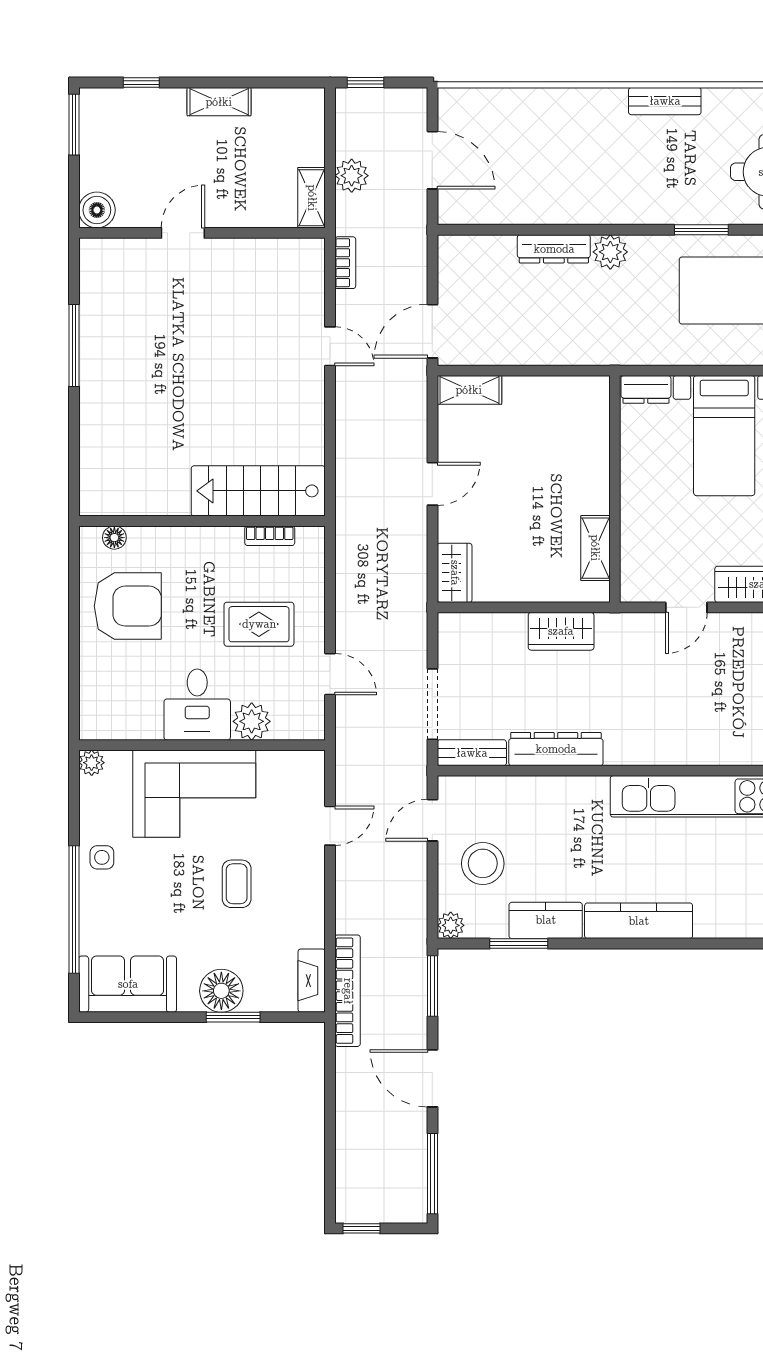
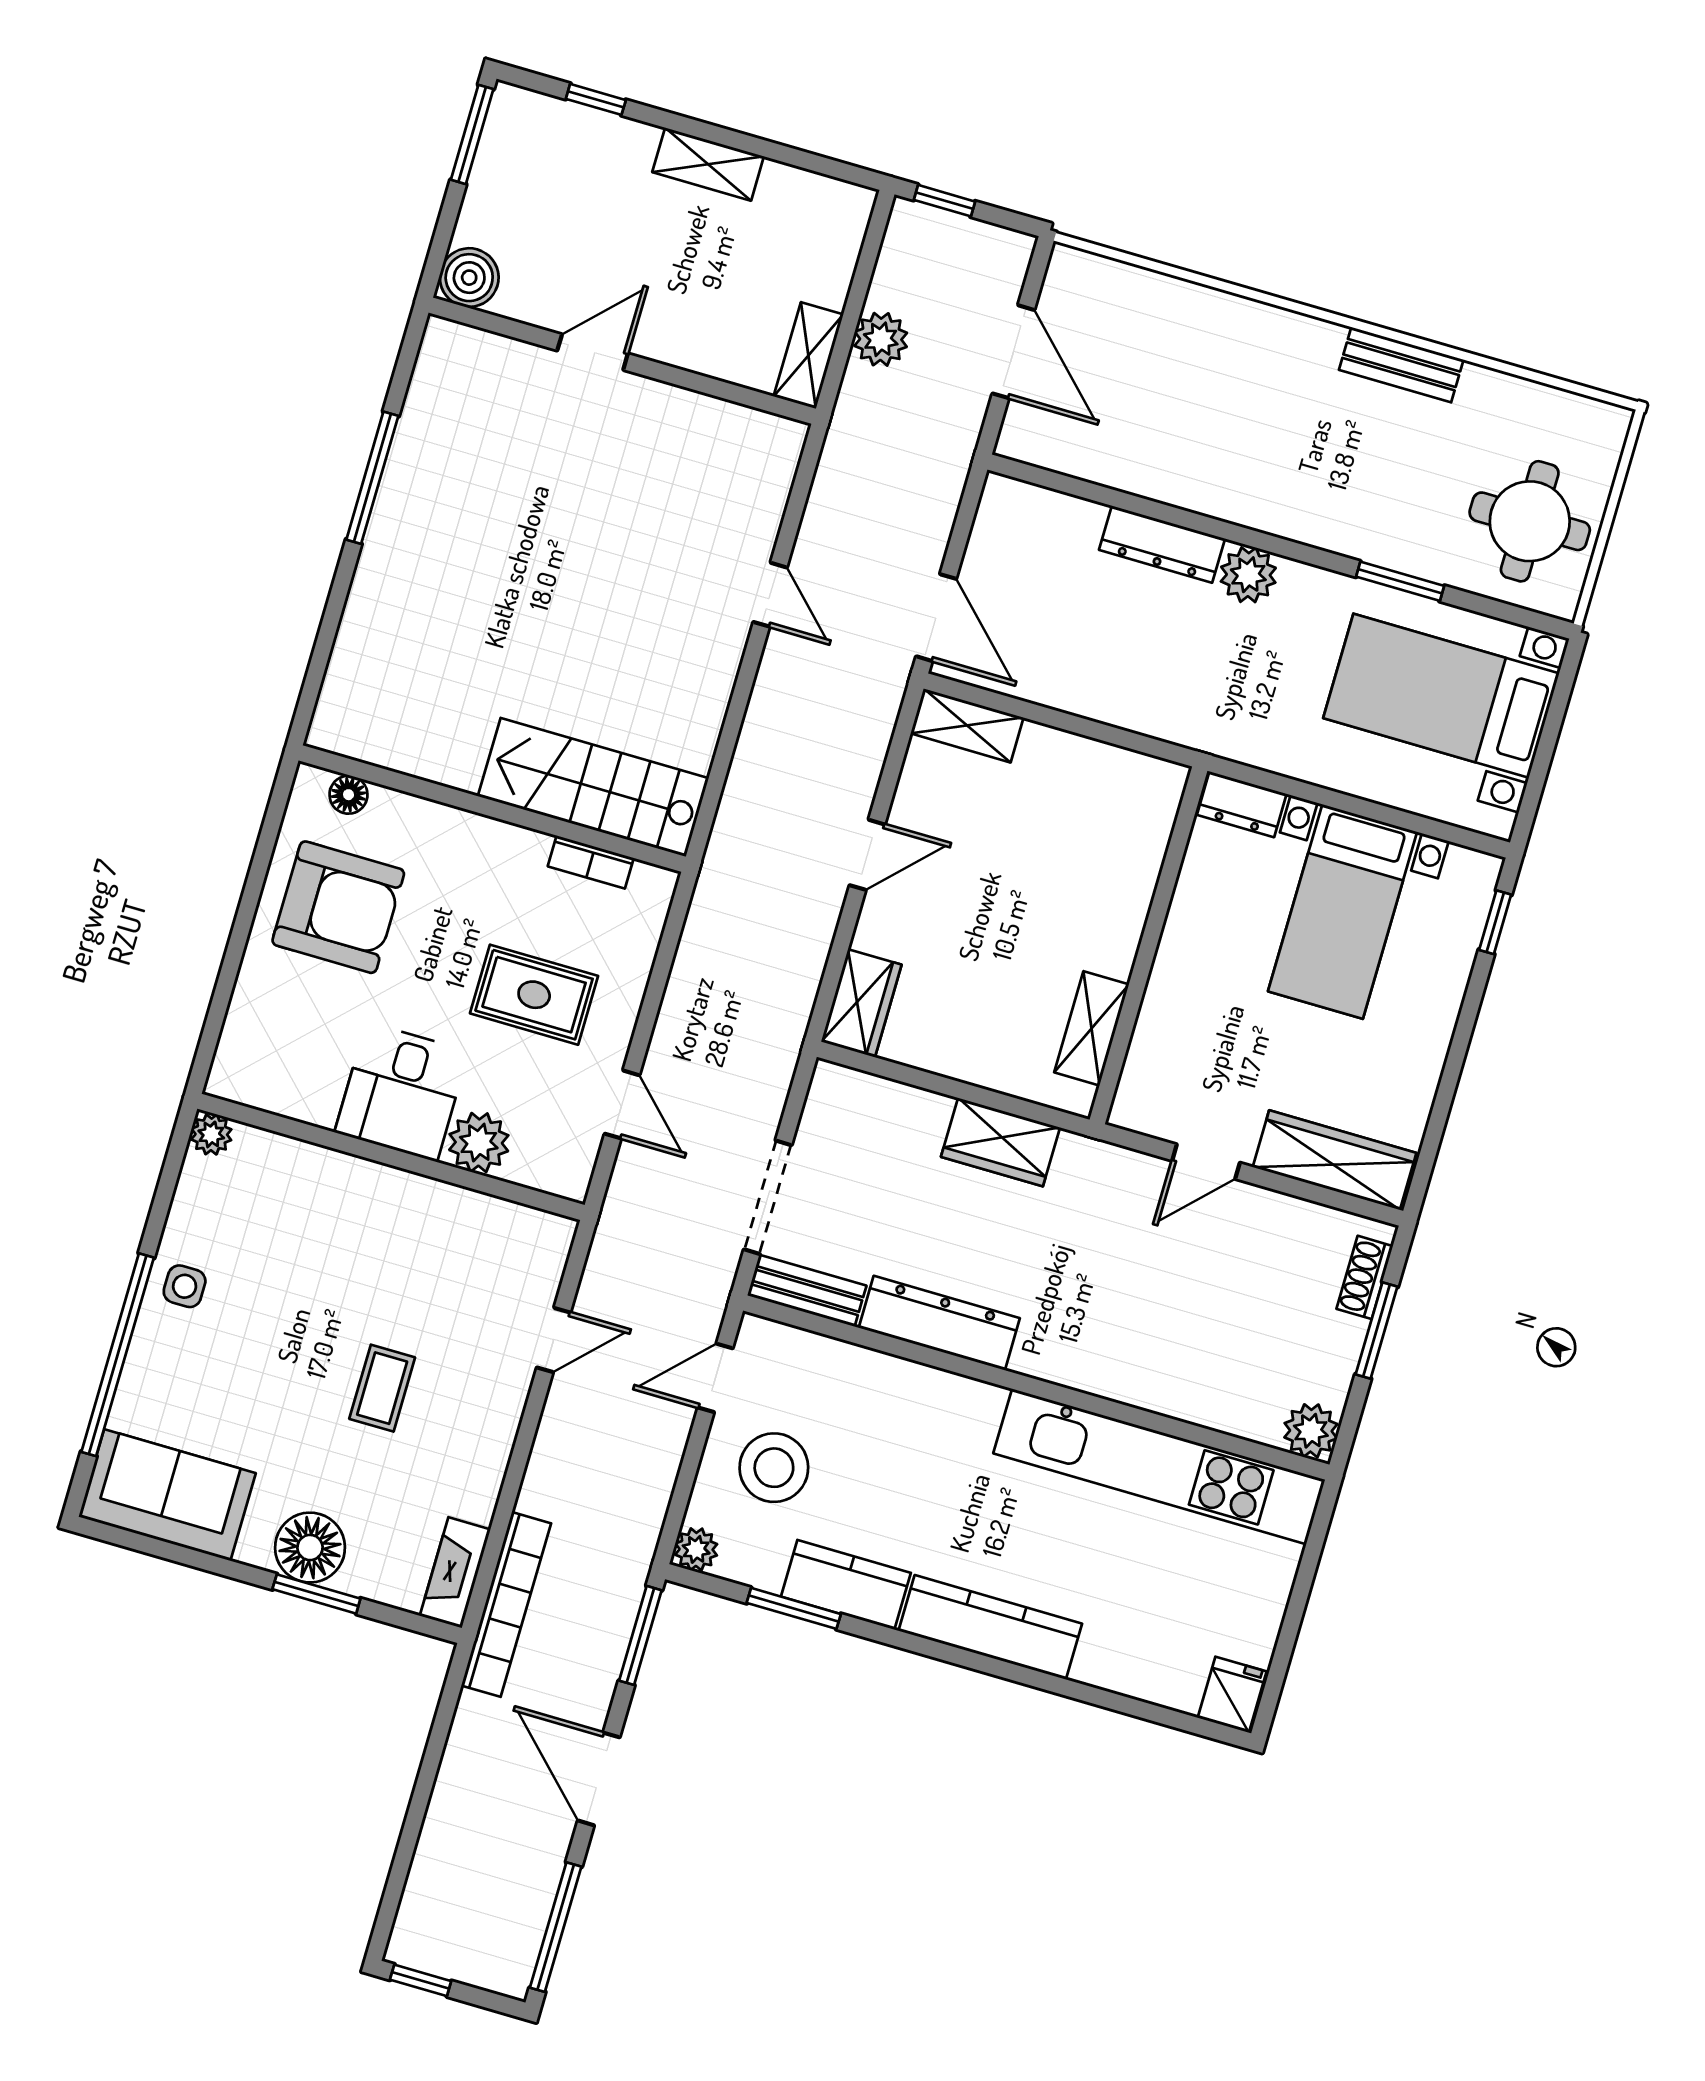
bookcase: (345, 263) -> (831, 472), removed
door: (432, 331) -> (936, 618), swing flipped
corner sofa: (194, 794) -> (357, 1229), removed

